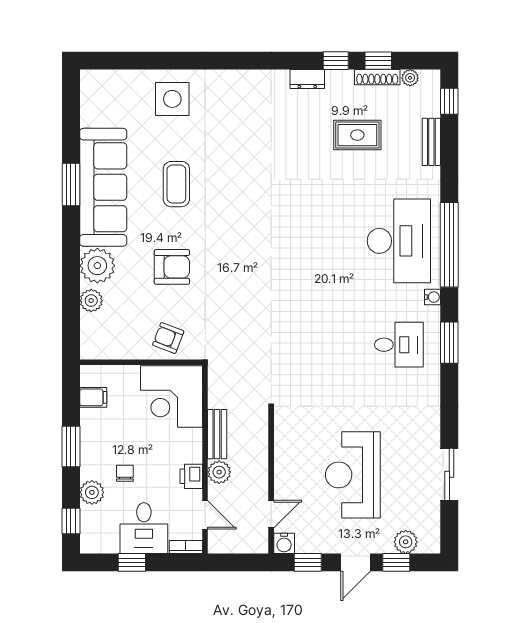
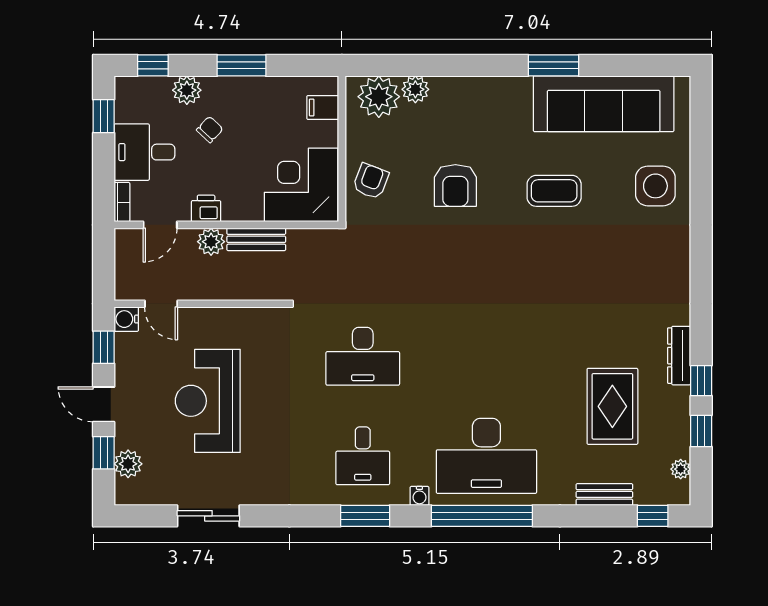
shoe rack: (377, 77) -> (681, 430), removed
dresser: (307, 79) -> (679, 356), width x1.44
rug: (357, 135) -> (612, 406), width x1.36, depth x1.43
sofa: (103, 187) -> (604, 104), moved
plant: (97, 266) -> (379, 97), moved
desk: (315, 345) -> (363, 356), added
filing cabinet: (93, 397) -> (323, 107), moved, turned 90
chair: (125, 473) -> (210, 130), turned -47
reception desk: (353, 475) -> (208, 401), turned -90
window: (132, 562) -> (104, 116), moved

